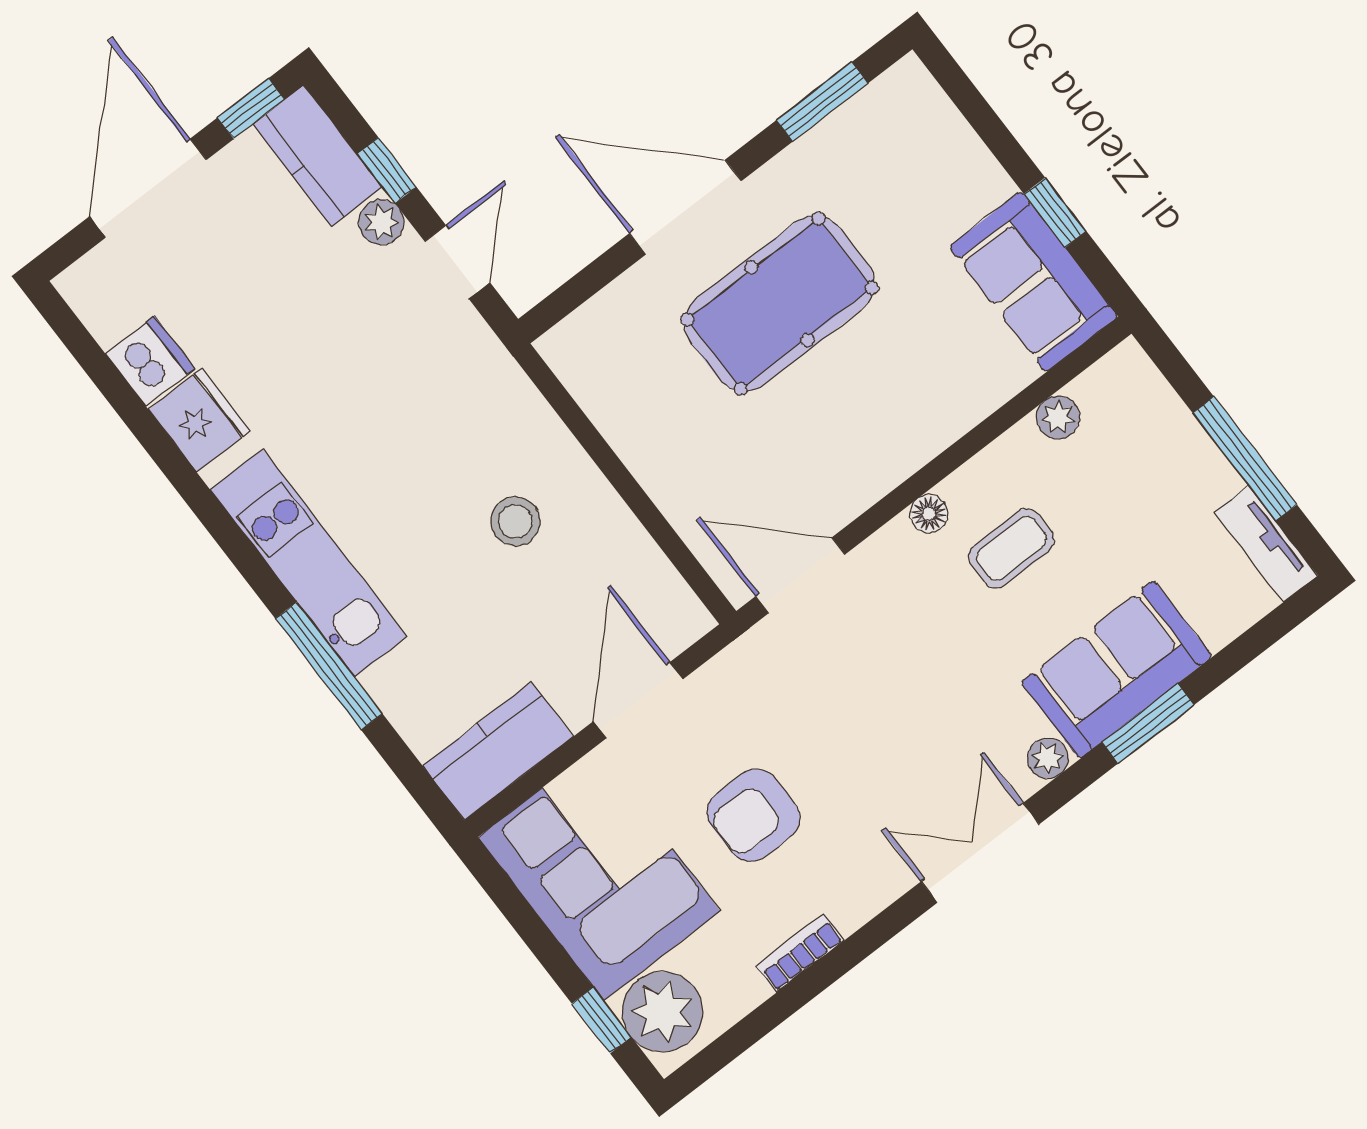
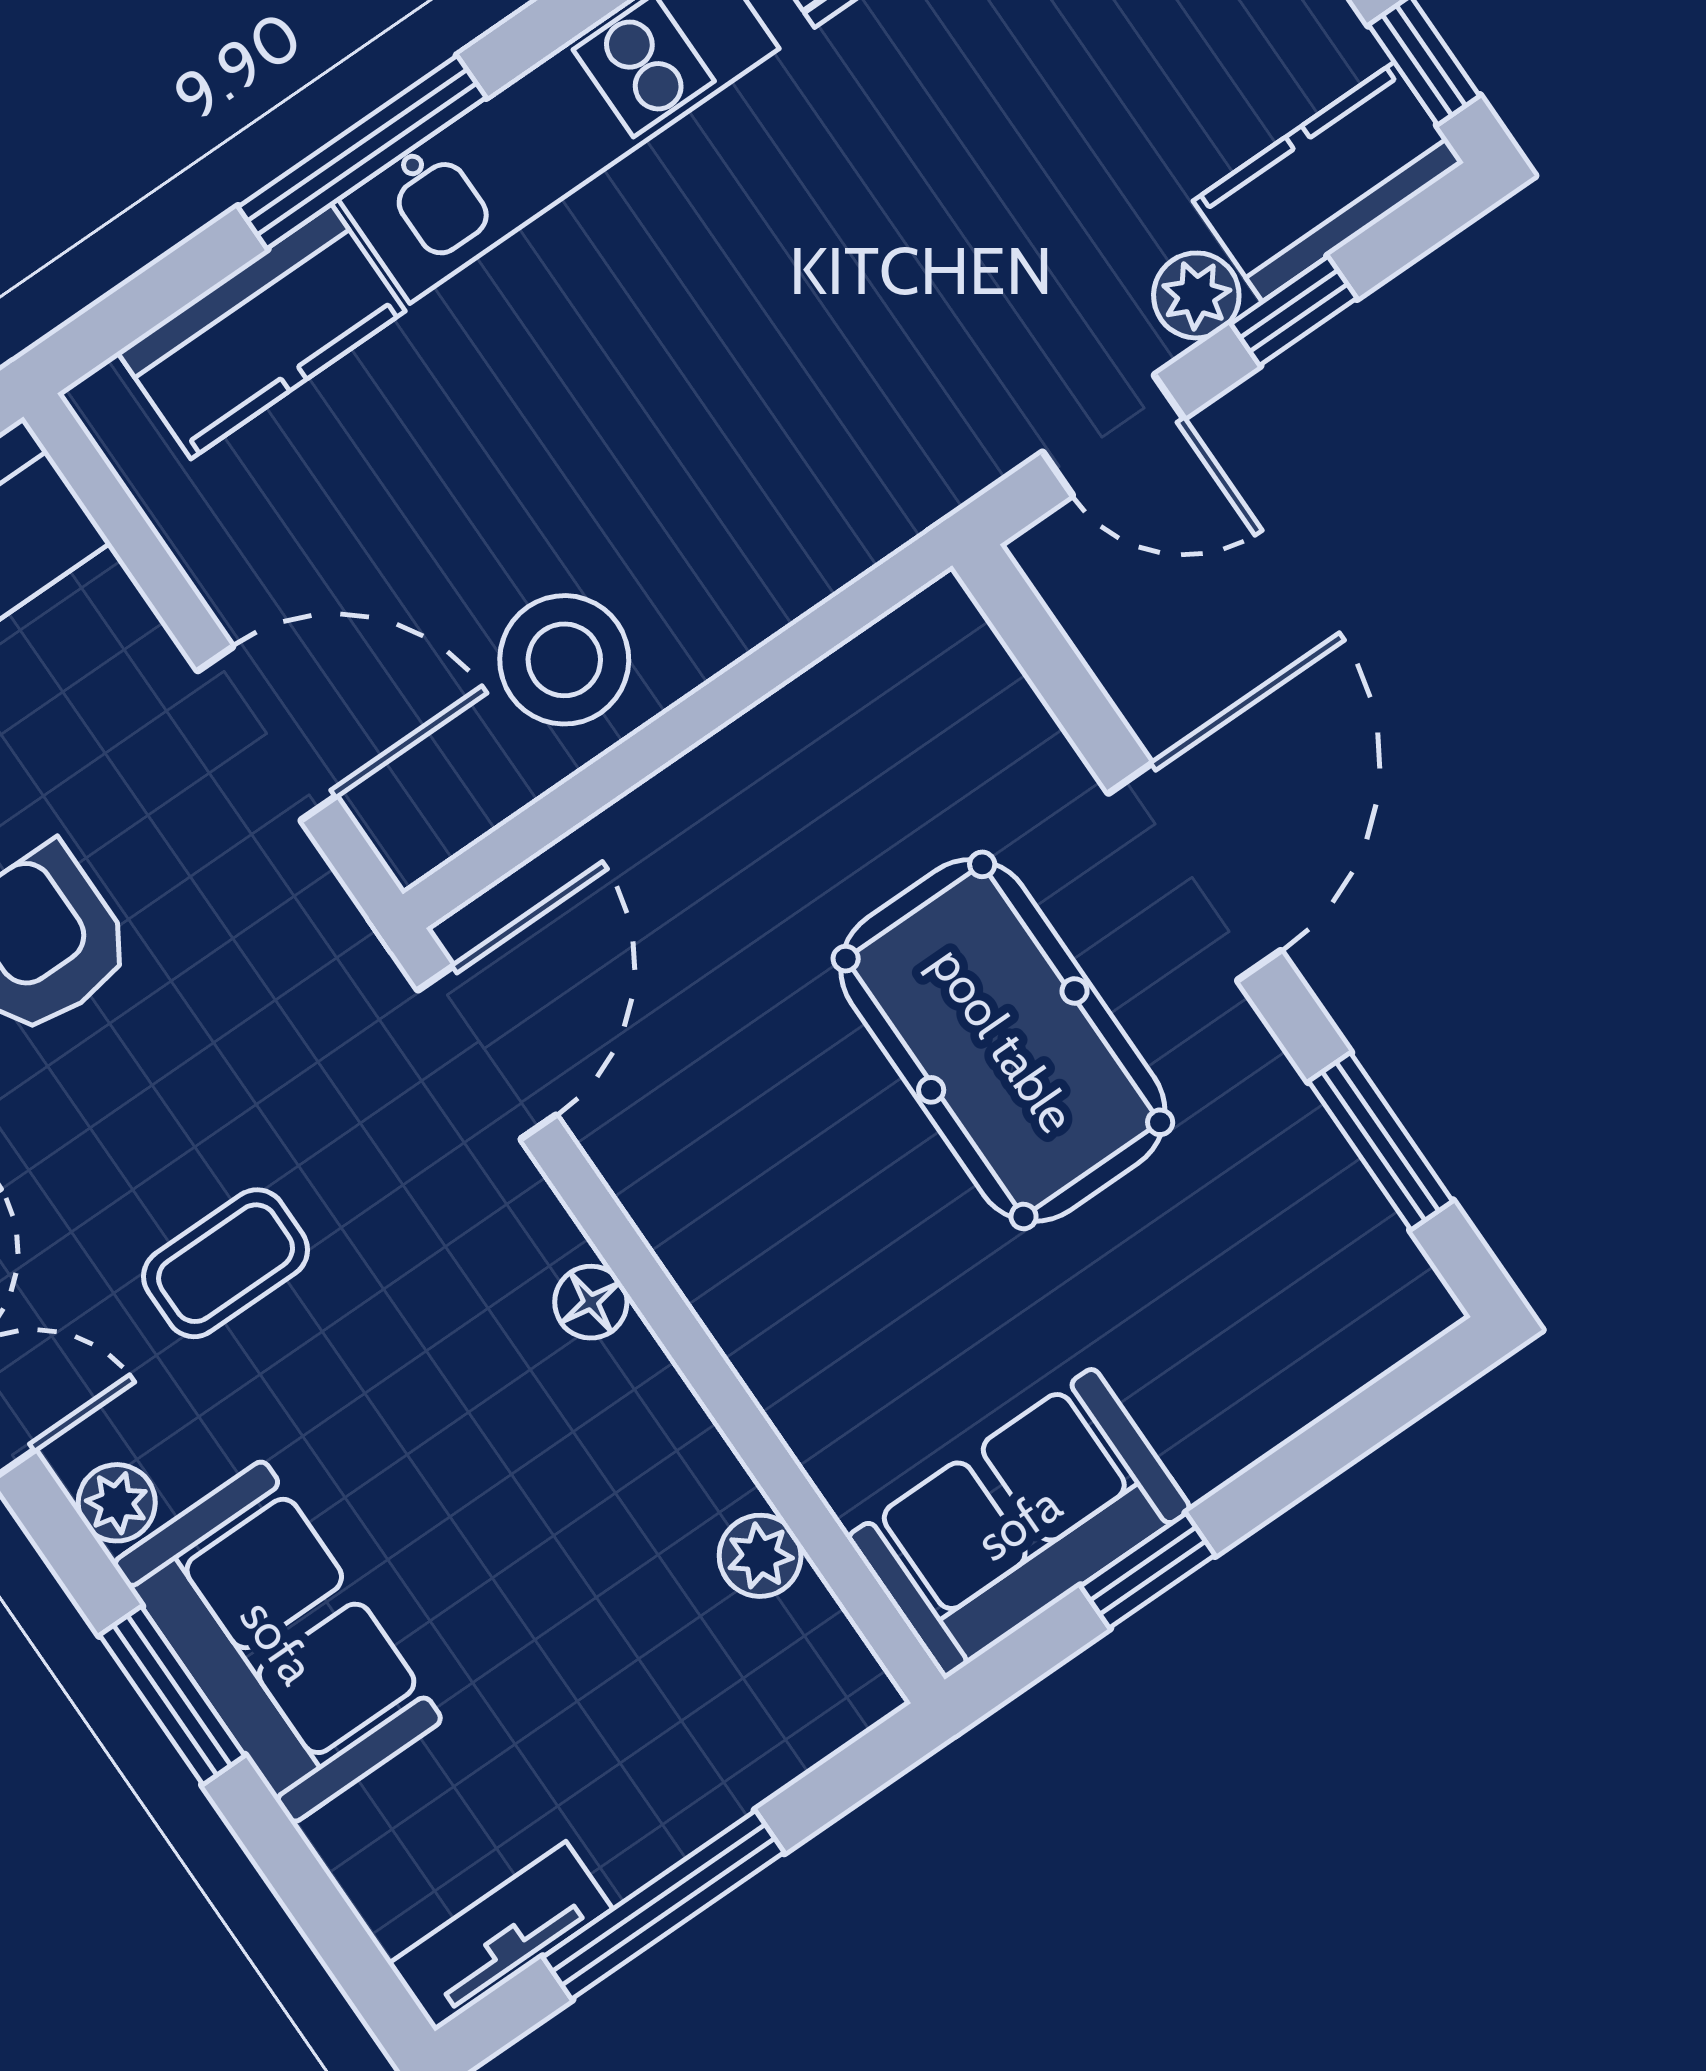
stool: (515, 521) -> (564, 660), moved, width x1.38, depth x1.38
coffee table: (1011, 548) -> (226, 1263), moved, turned 90
kitchen counter: (498, 751) -> (261, 332), moved, turned 90

